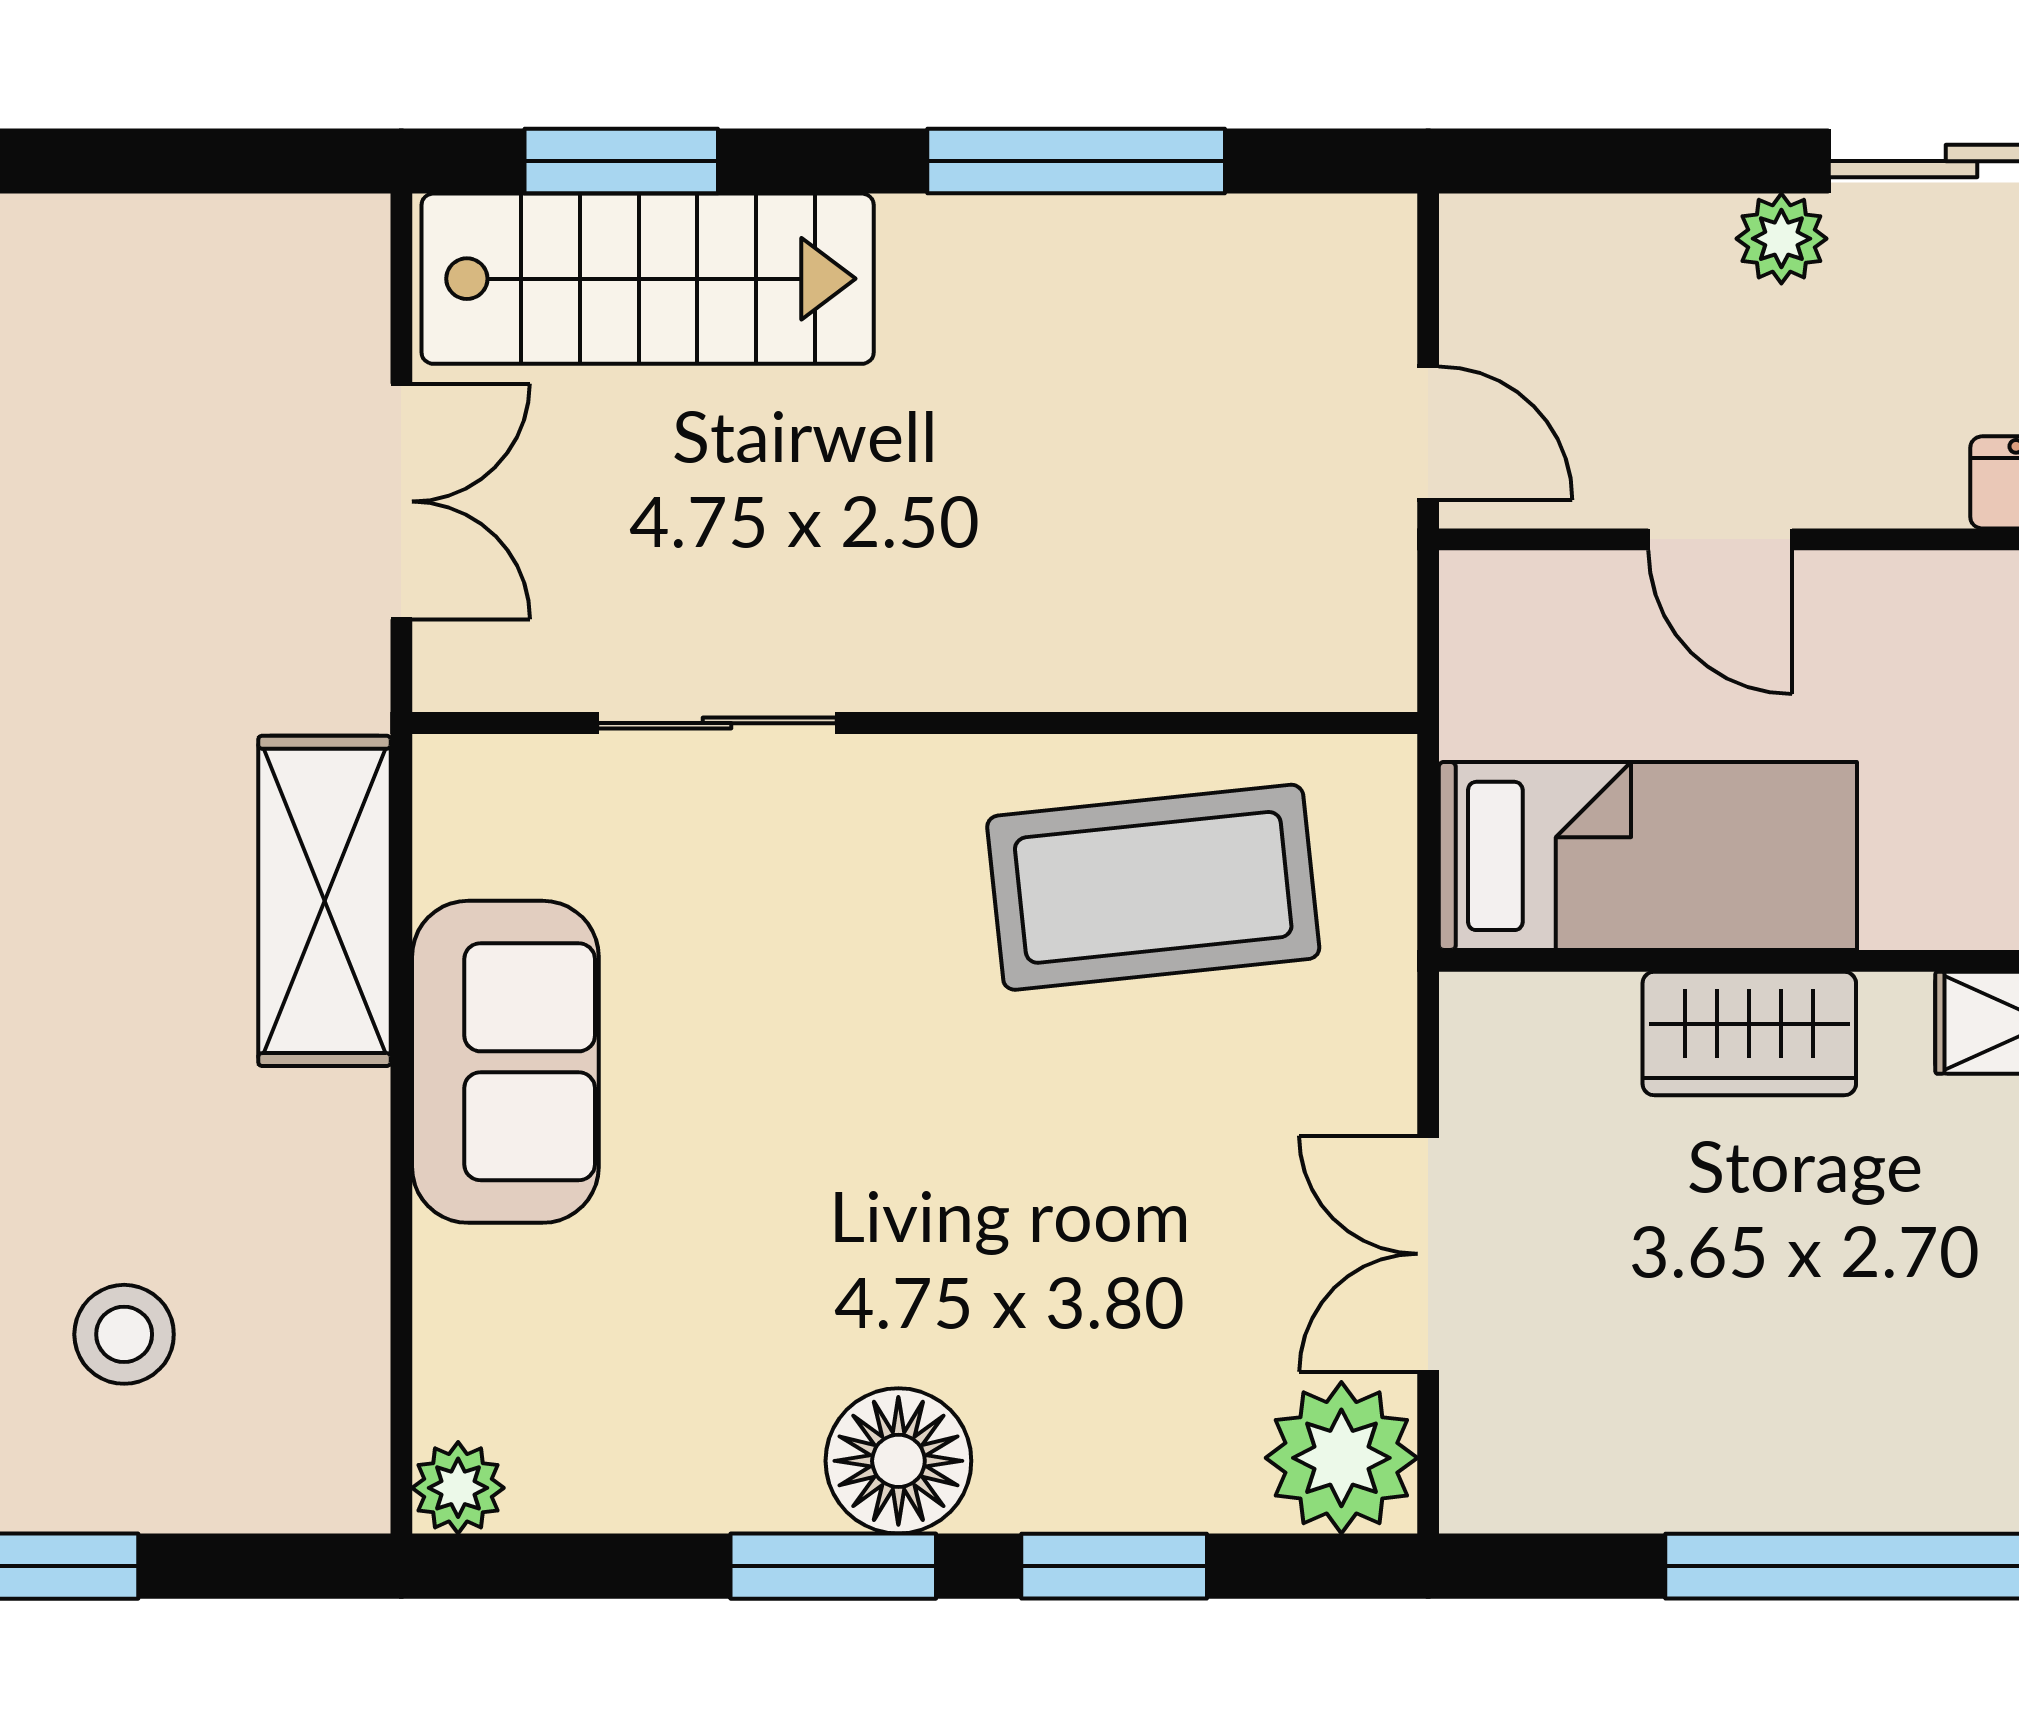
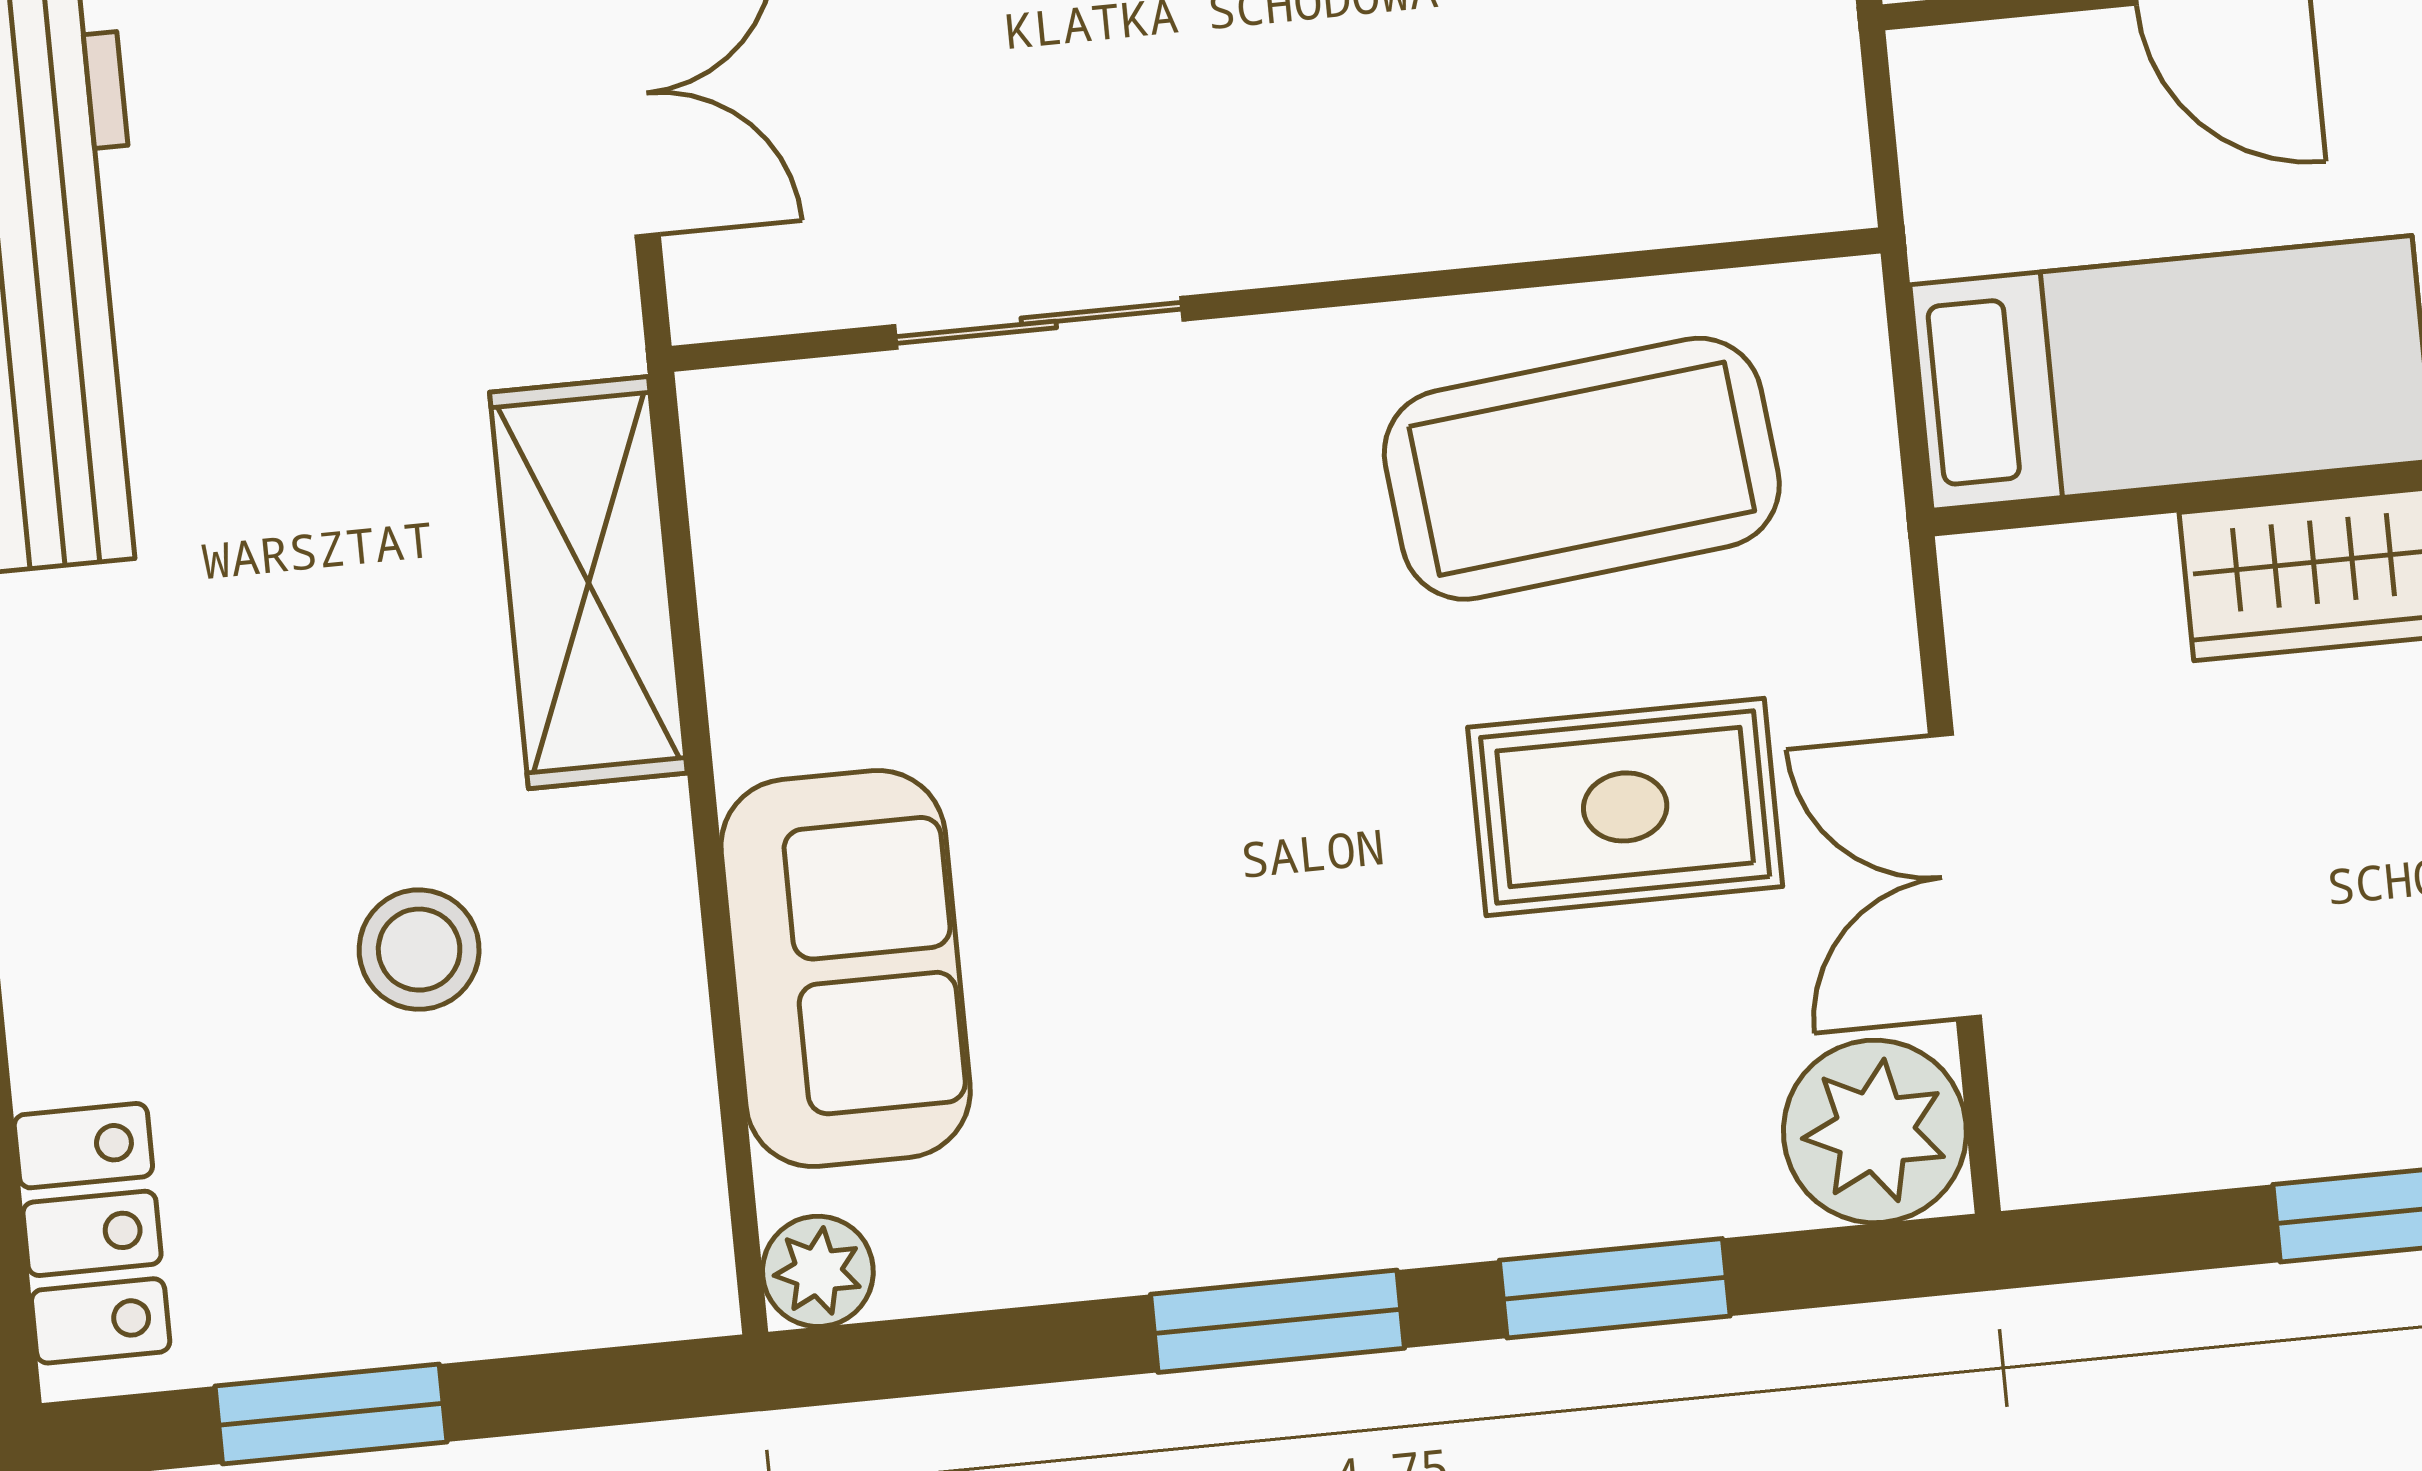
sofa: (505, 1062) -> (846, 969), moved
rug: (1162, 1170) -> (1625, 807), added
stool: (124, 1334) -> (419, 950), moved
floor lamp: (898, 1461) -> (1343, 1187), removed

